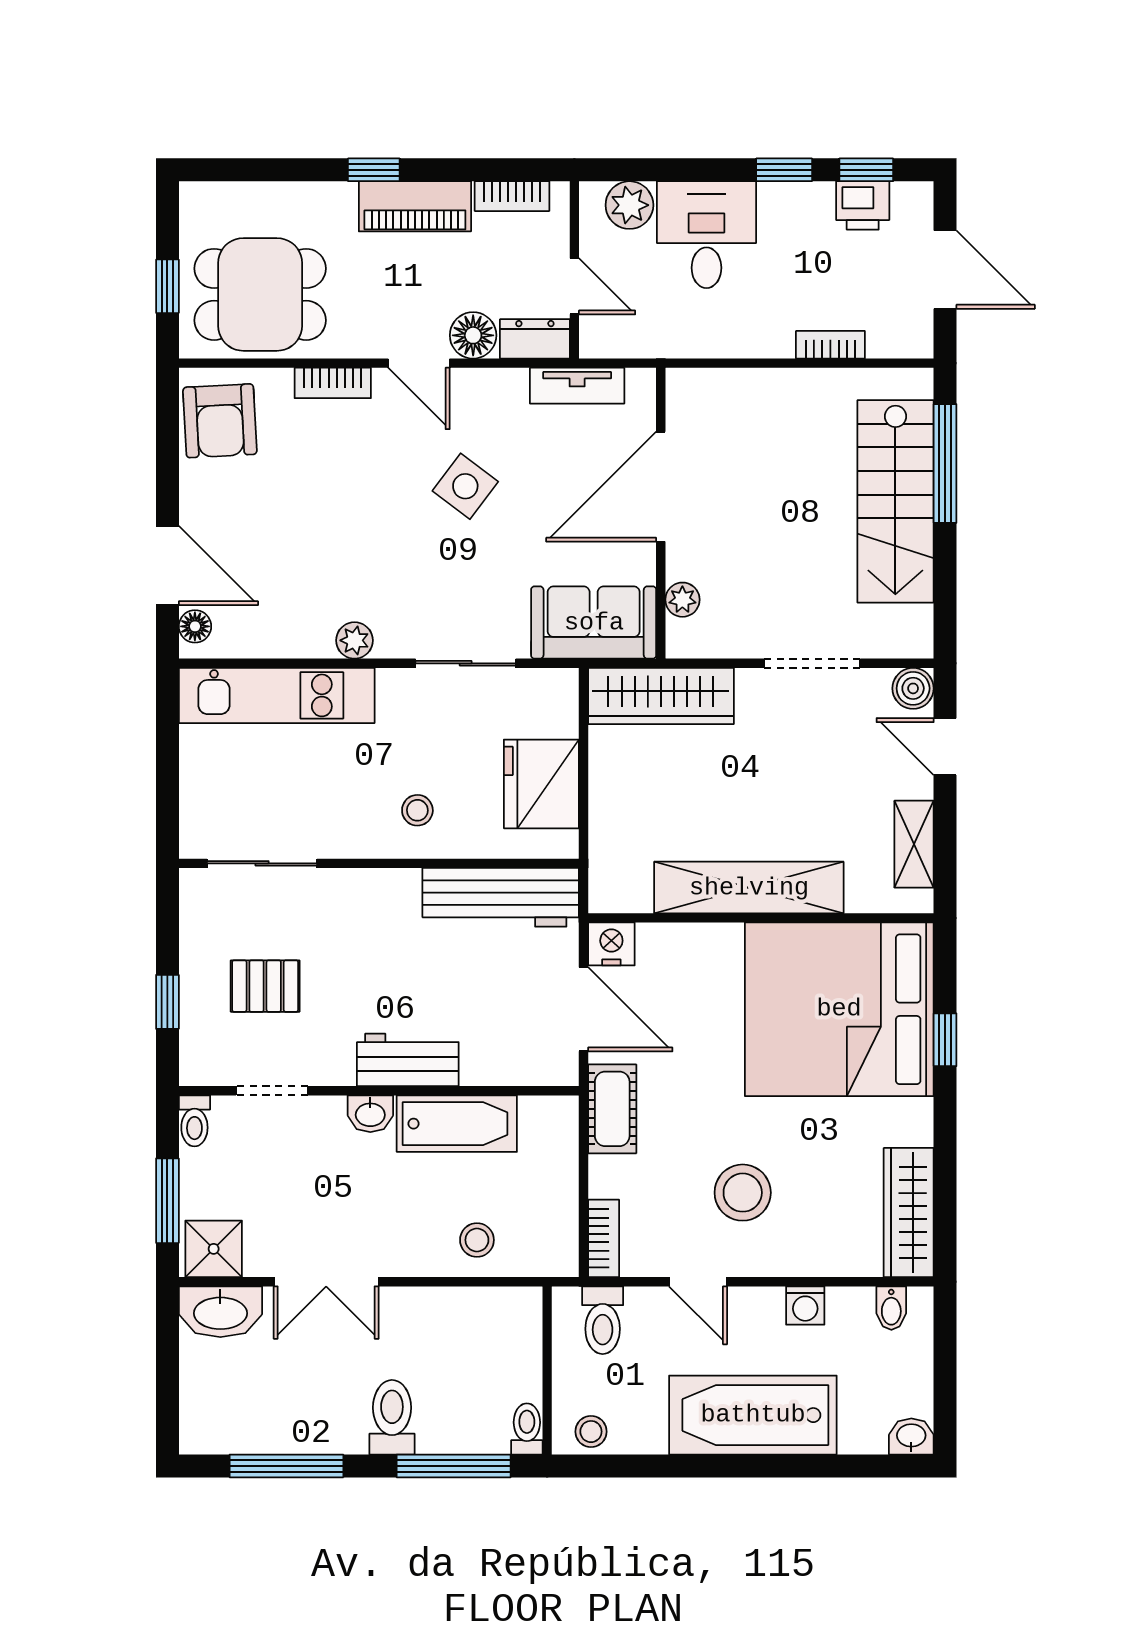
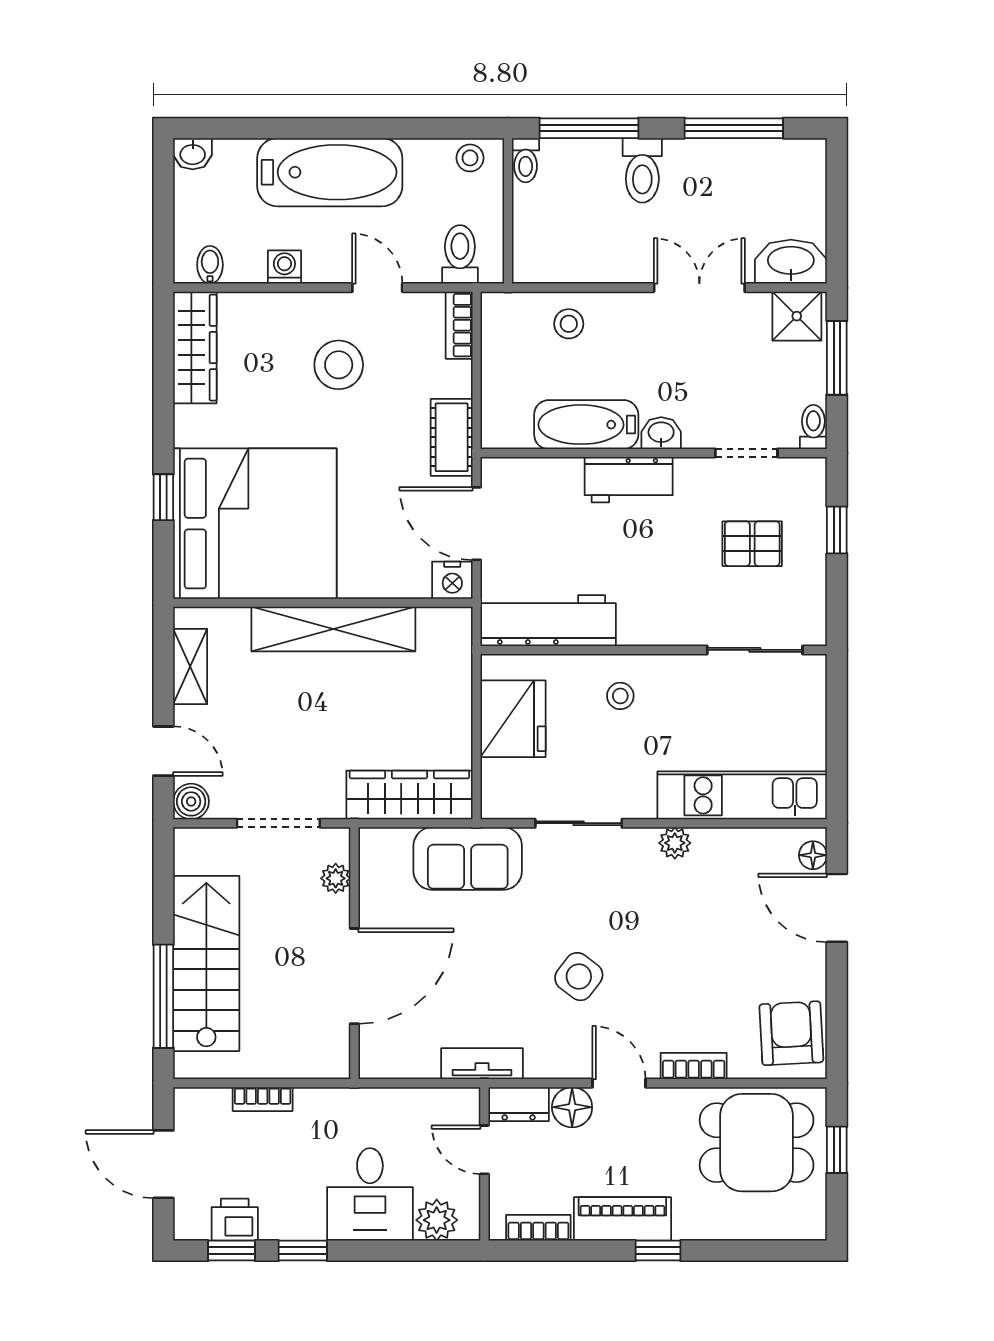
door: (661, 487) -> (354, 976), moved
wall: (661, 513) -> (354, 953), moved
plant: (682, 600) -> (336, 878), moved

